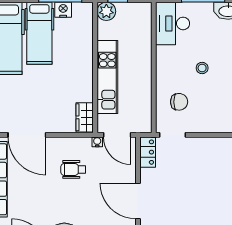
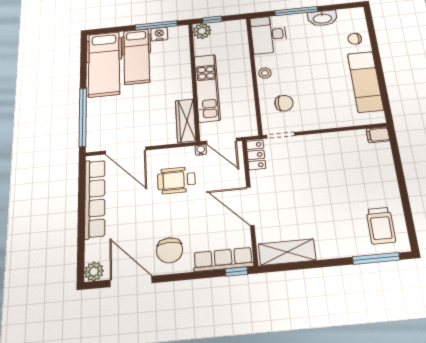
stool: (202, 68) -> (265, 73), moved
wardrobe: (85, 117) -> (186, 121), width x1.50
wheelchair: (73, 169) -> (176, 180), width x1.36, depth x1.37

